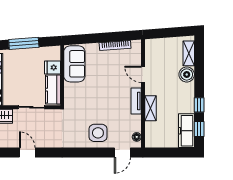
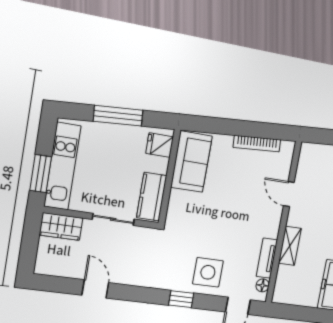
fridge: (52, 67) -> (160, 145), moved
tv unit: (136, 101) -> (267, 258), moved
window: (83, 153) -> (181, 299), added

